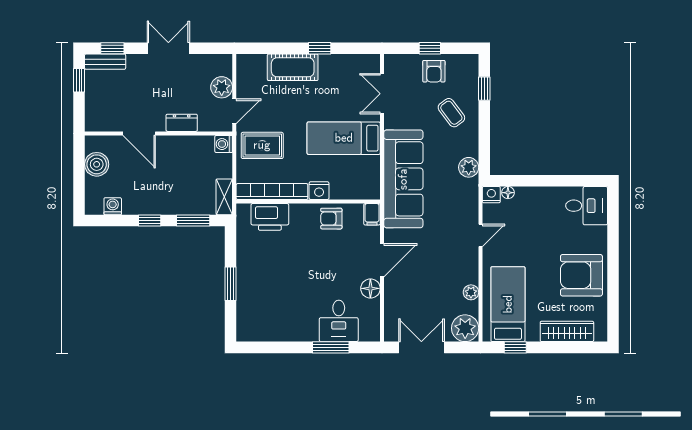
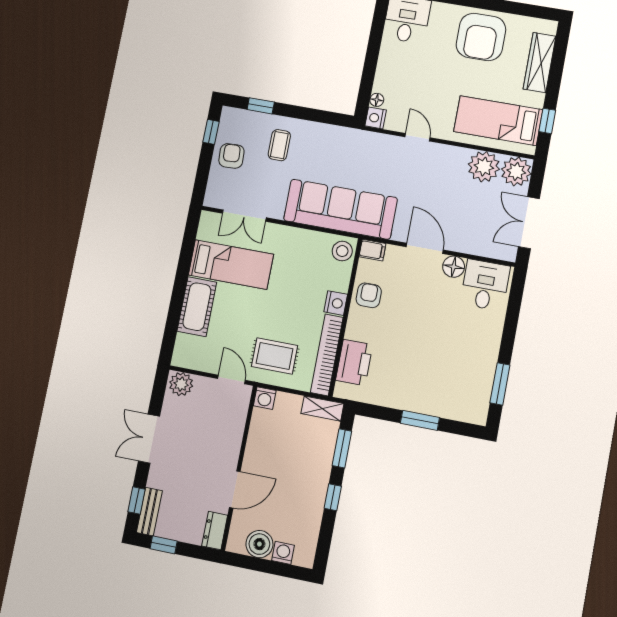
window: (320, 48) -> (182, 274), removed
window: (430, 48) -> (211, 132), moved
armchair: (434, 71) -> (231, 156), turned -93
plant: (222, 87) -> (181, 384), moved
coffee table: (451, 113) -> (279, 145), turned -53
dresser: (182, 123) -> (215, 531), moved
bed: (344, 138) -> (231, 265), moved, turned -90
rug: (262, 145) -> (275, 356), turned 90
plant: (469, 167) -> (341, 137), removed
stool: (366, 188) -> (342, 251), added
washing machine: (113, 206) -> (283, 553), moved, turned 90
armchair: (331, 219) -> (369, 295), turned 180
plant: (471, 292) -> (484, 167), width x1.88, depth x1.88
desk: (339, 321) -> (485, 285), moved, turned -90
window: (331, 347) -> (500, 384), moved

